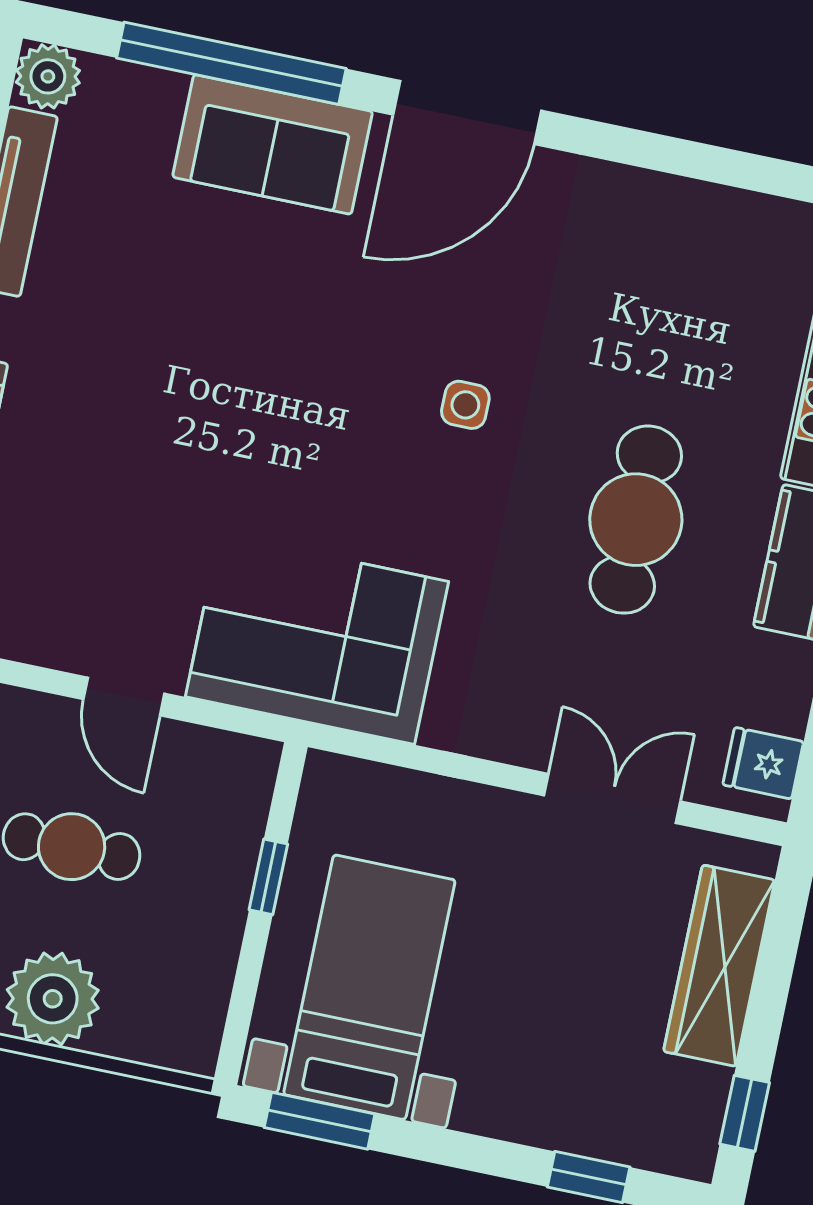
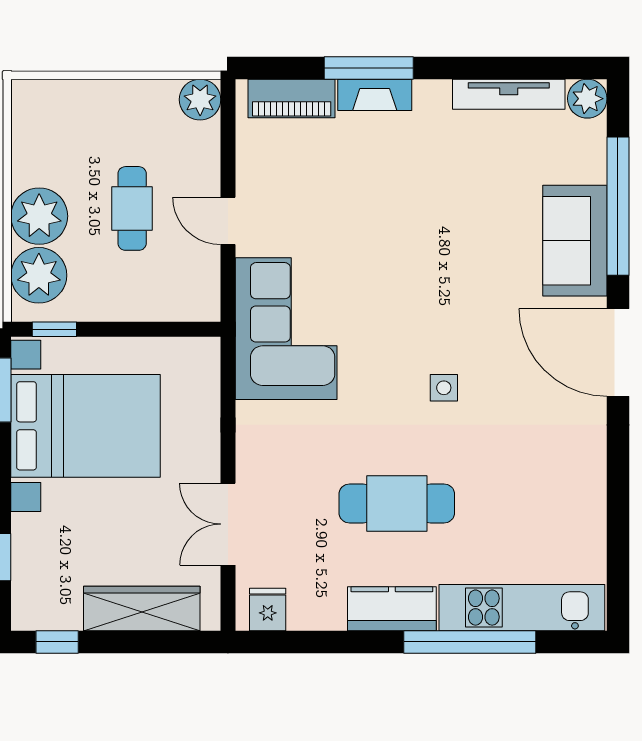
door: (124, 696) -> (228, 221), hinge flipped
double door: (612, 798) -> (228, 524), swing flipped
window: (268, 877) -> (54, 329), moved
bed with nightstands: (369, 987) -> (85, 426), width x1.36
plant: (148, 1019) -> (39, 275), added

